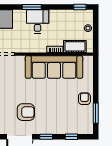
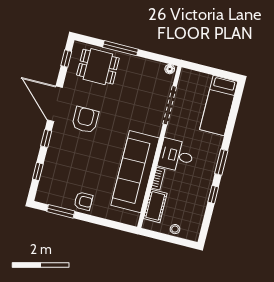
window: (80, 7) -> (213, 195), moved
desk: (38, 21) -> (176, 155), moved, turned 180
armchair: (26, 112) -> (85, 120), turned 180

